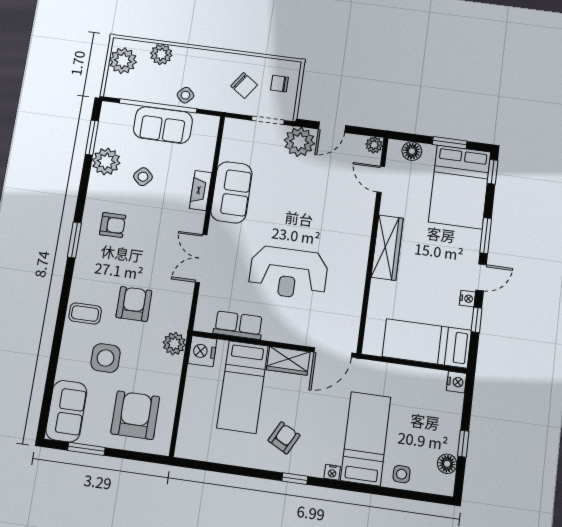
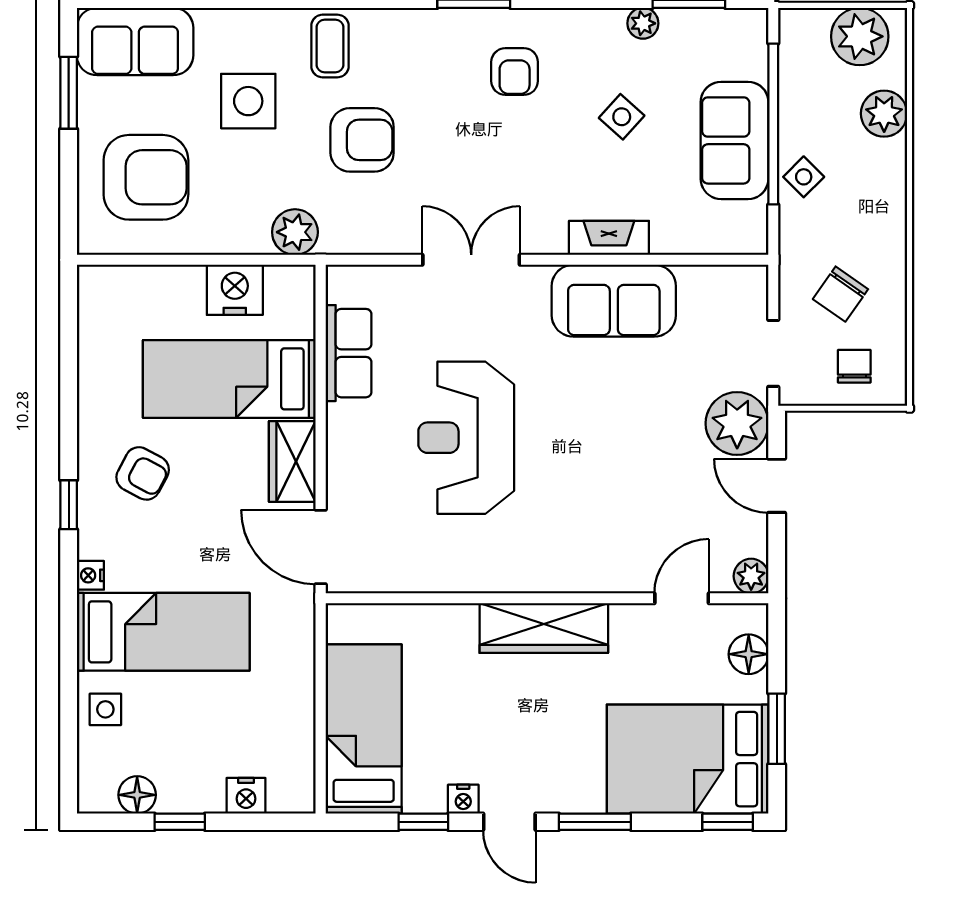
plant: (106, 161) -> (643, 23), width x0.53, depth x0.53
nightstand: (202, 351) -> (235, 290), moved
nightstand: (457, 382) -> (246, 796), moved

